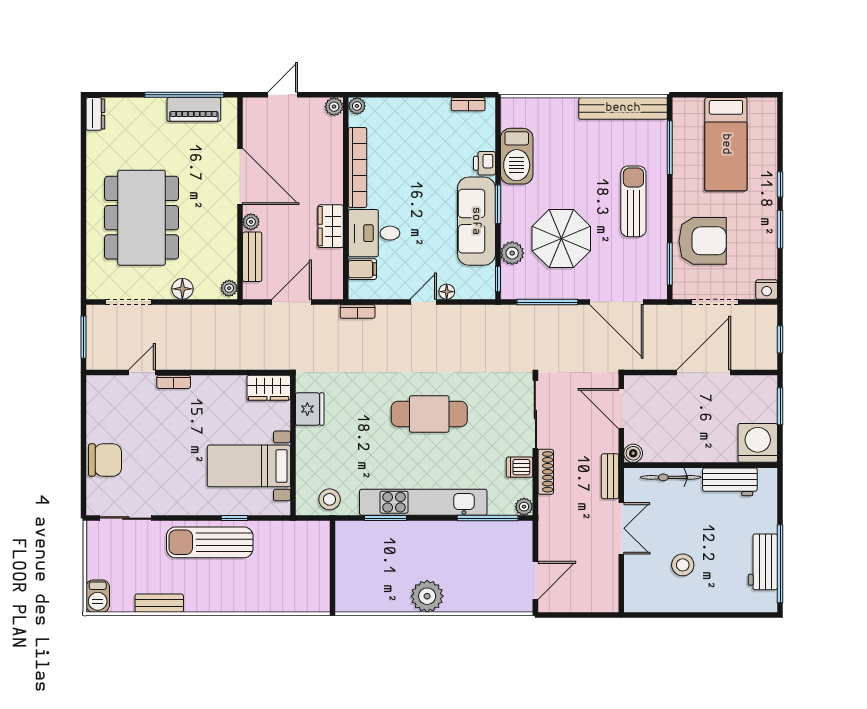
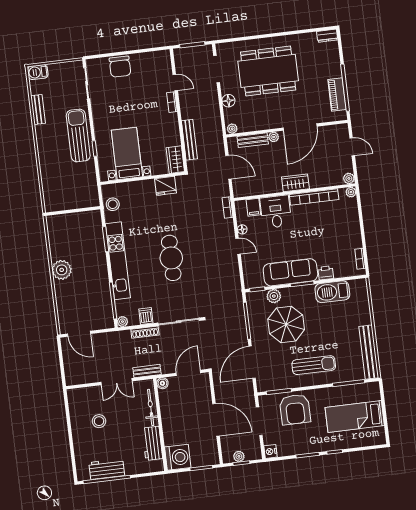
wardrobe: (331, 226) -> (295, 183), moved
floor lamp: (447, 292) -> (242, 229), moved
plant: (768, 342) -> (239, 456), added
bench: (239, 361) -> (189, 140), added

